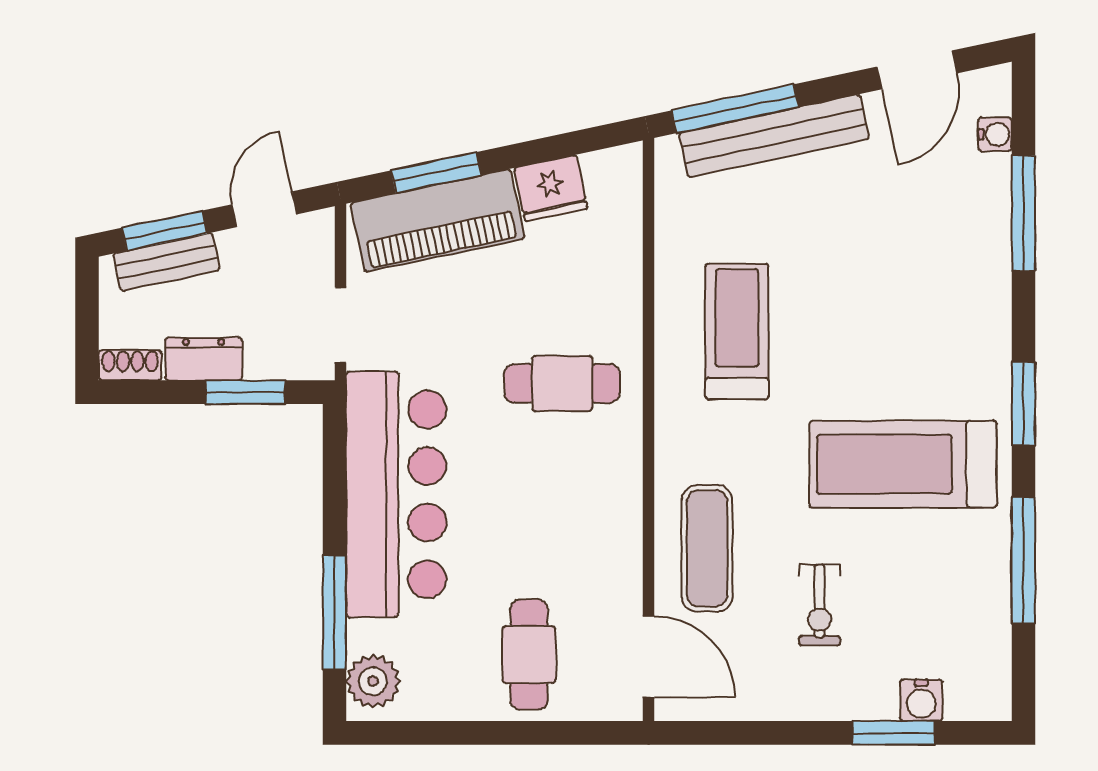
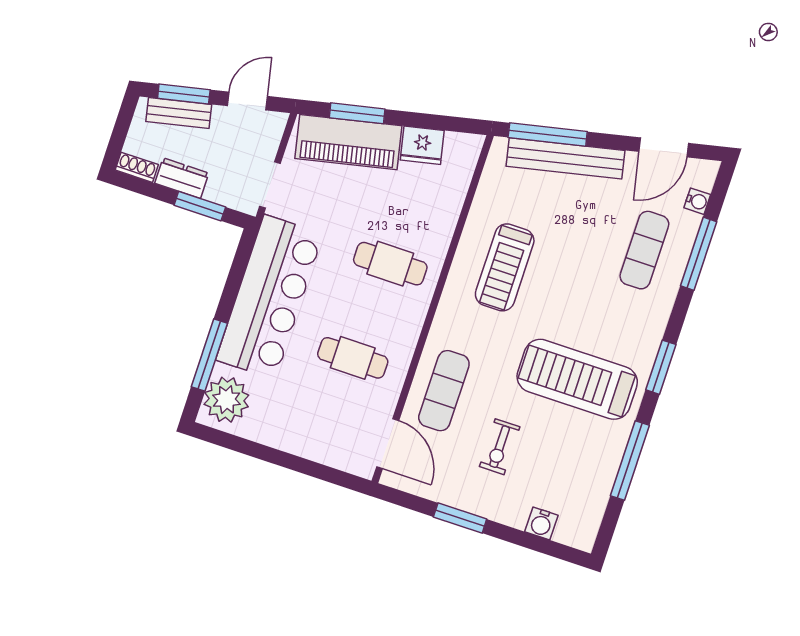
exercise mat: (940, 235) -> (644, 250), added
treadmill: (737, 331) -> (505, 267), turned 180
cafe table: (529, 655) -> (353, 358), moved, turned 90
plant: (373, 681) -> (226, 400), width x1.36, depth x1.36
window: (893, 733) -> (460, 518), moved

